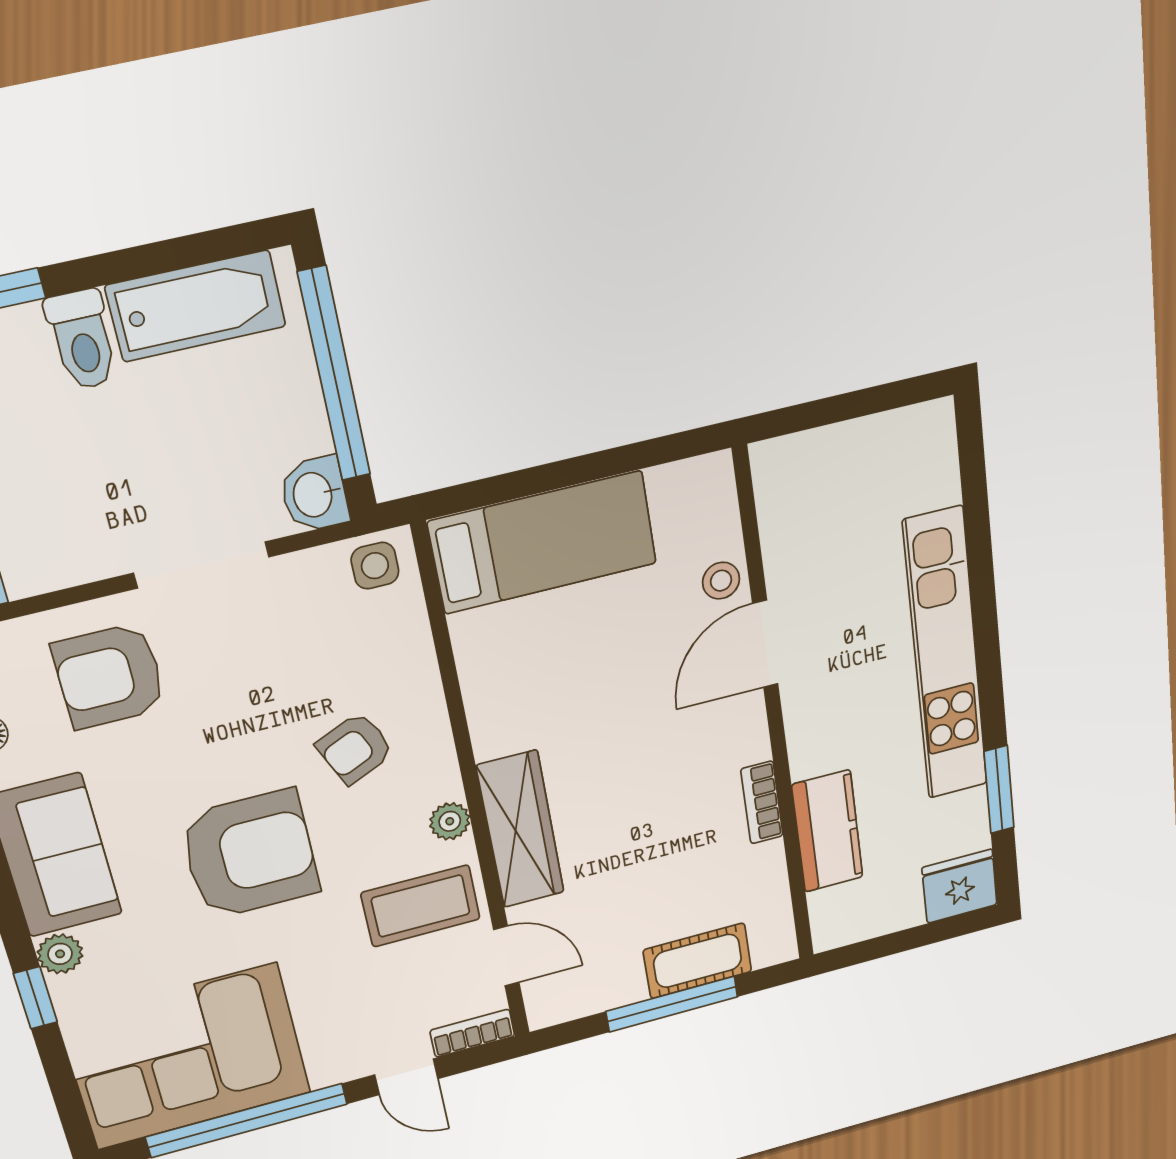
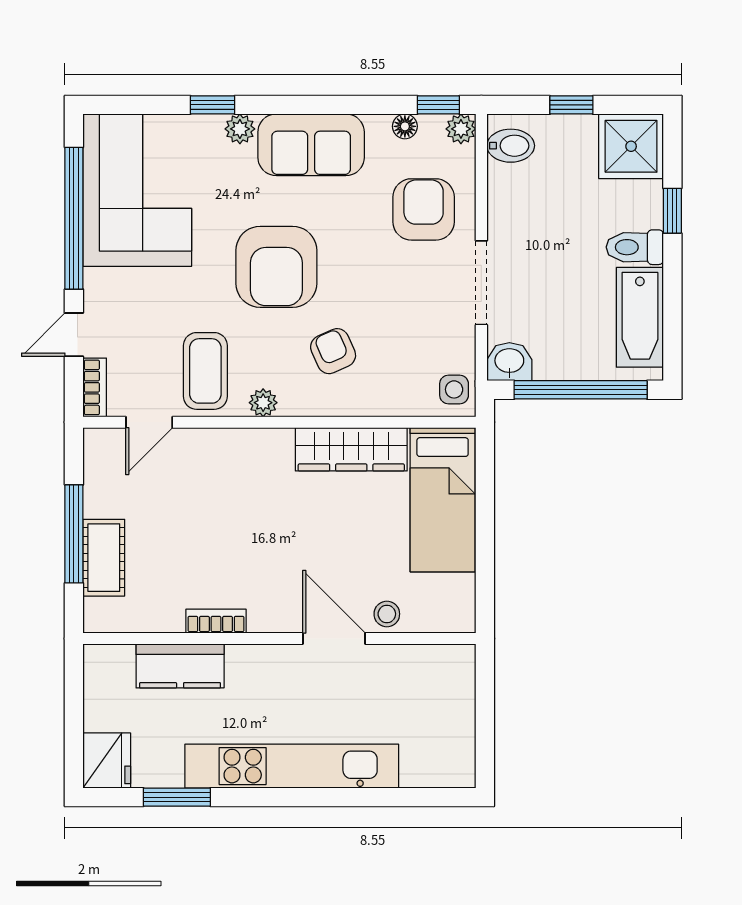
wardrobe: (520, 829) -> (351, 449), moved

